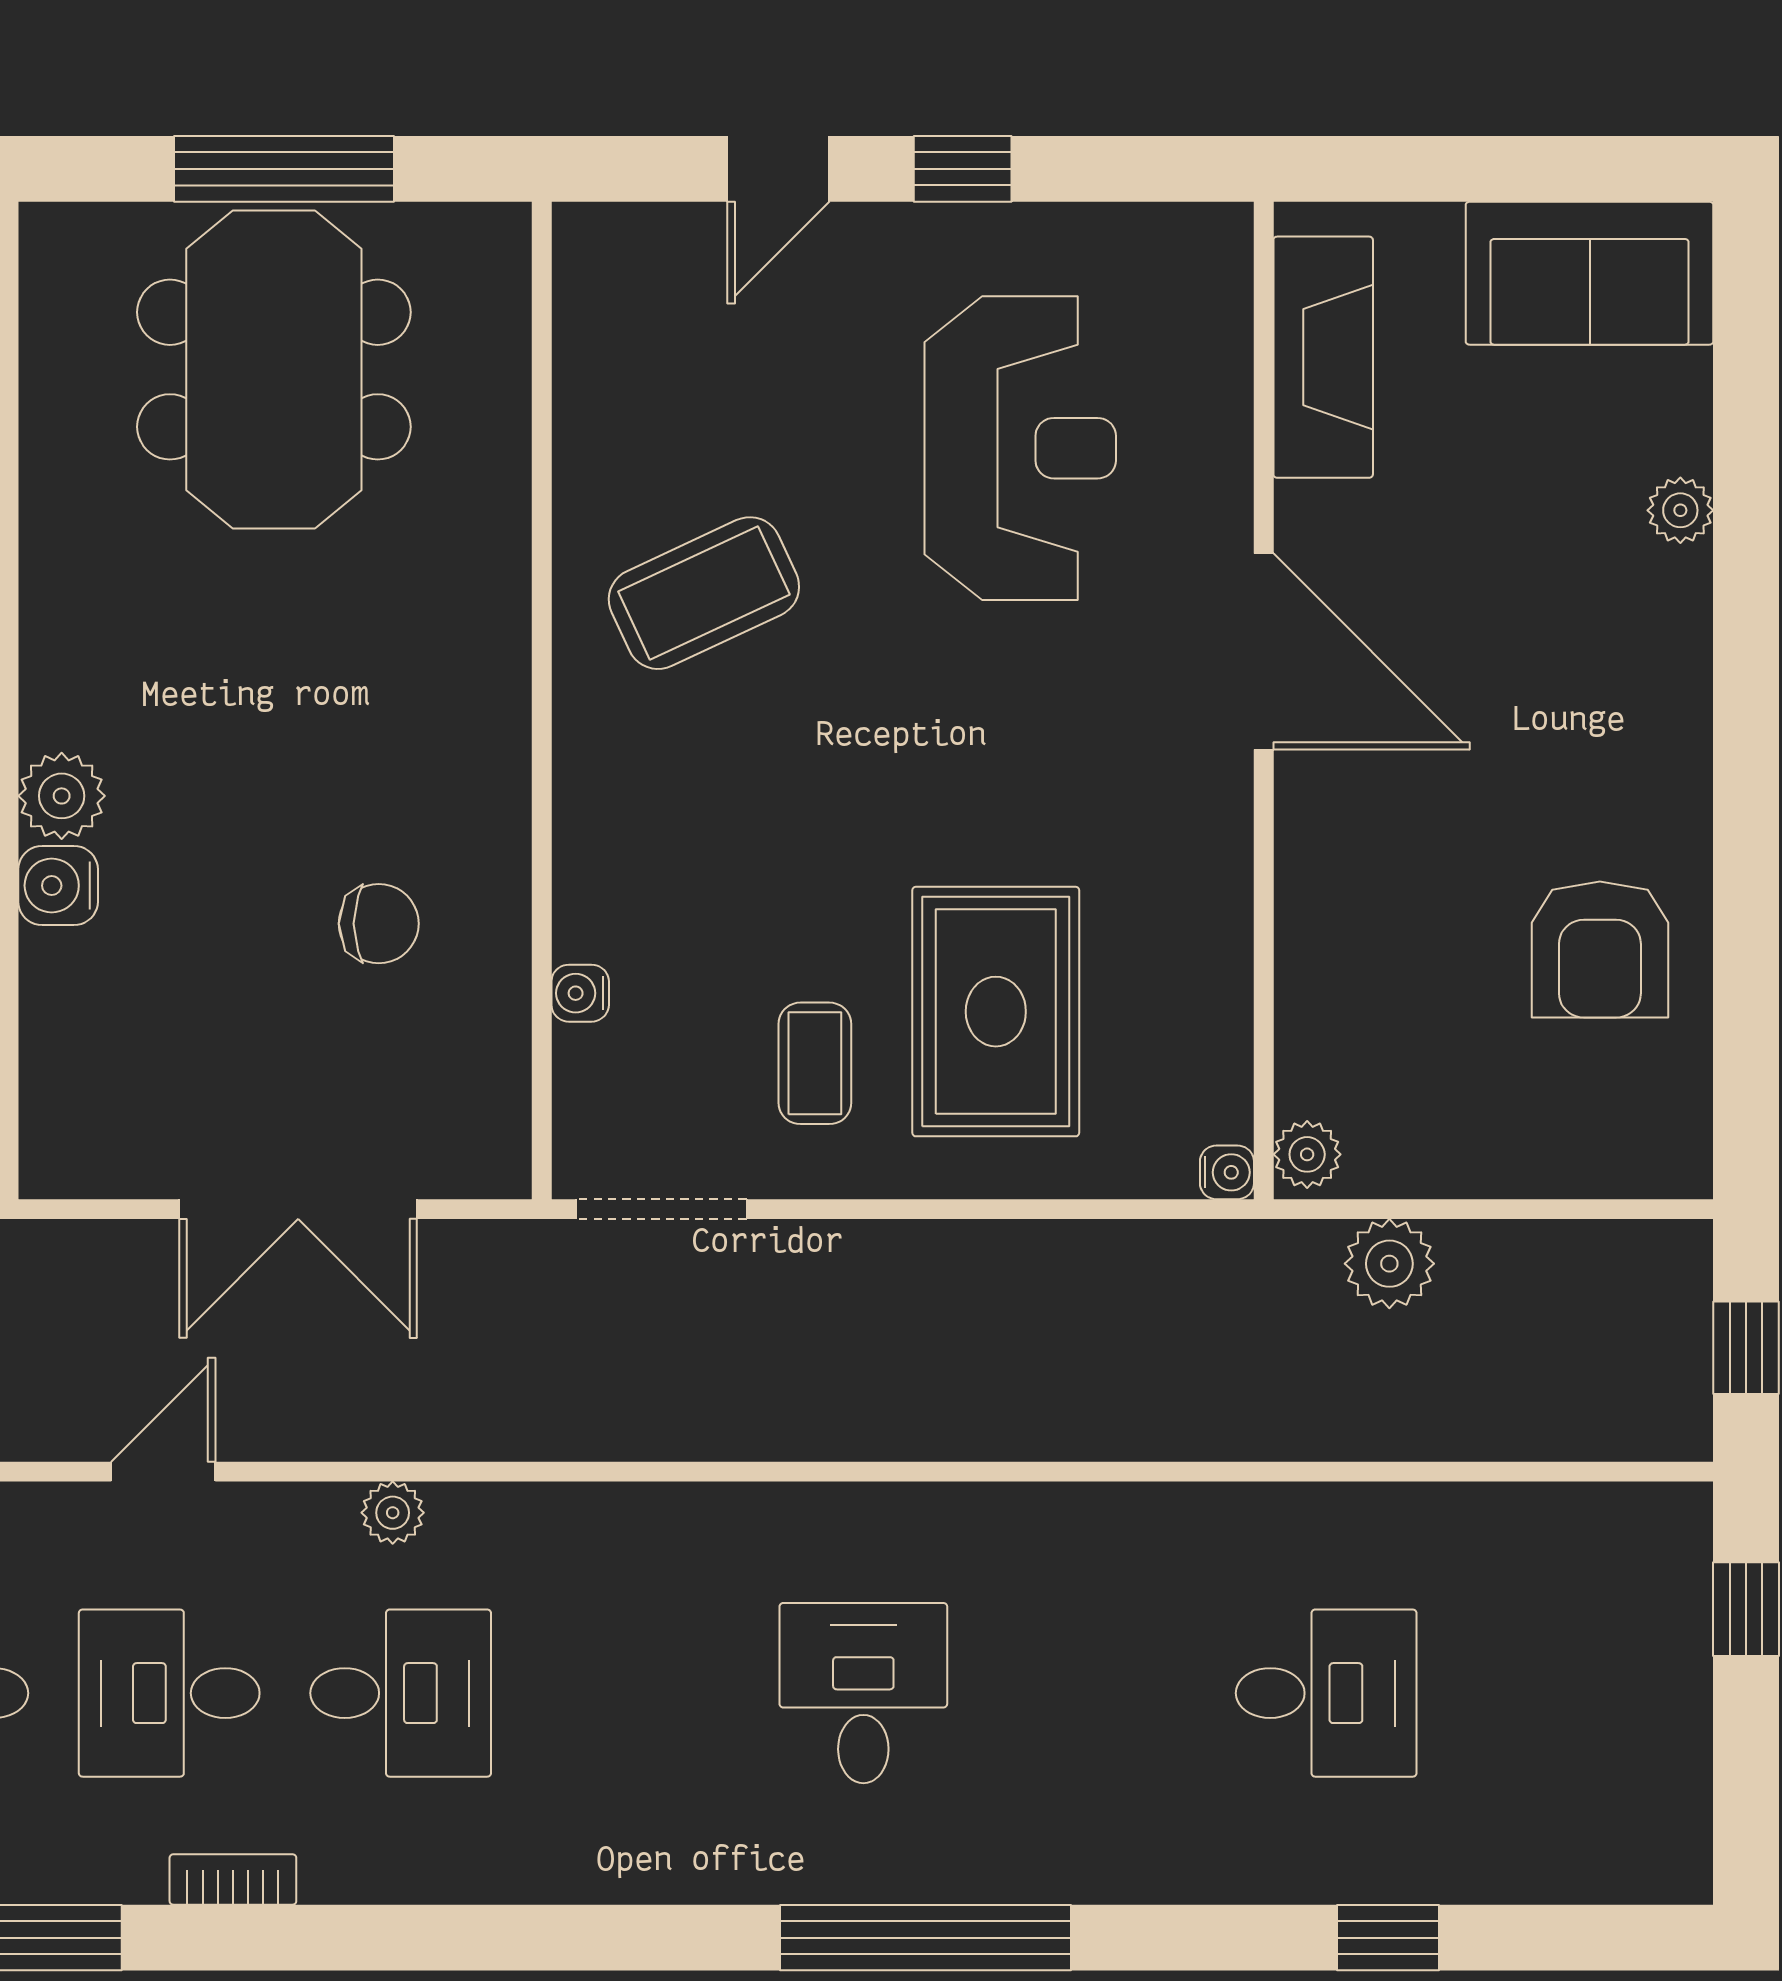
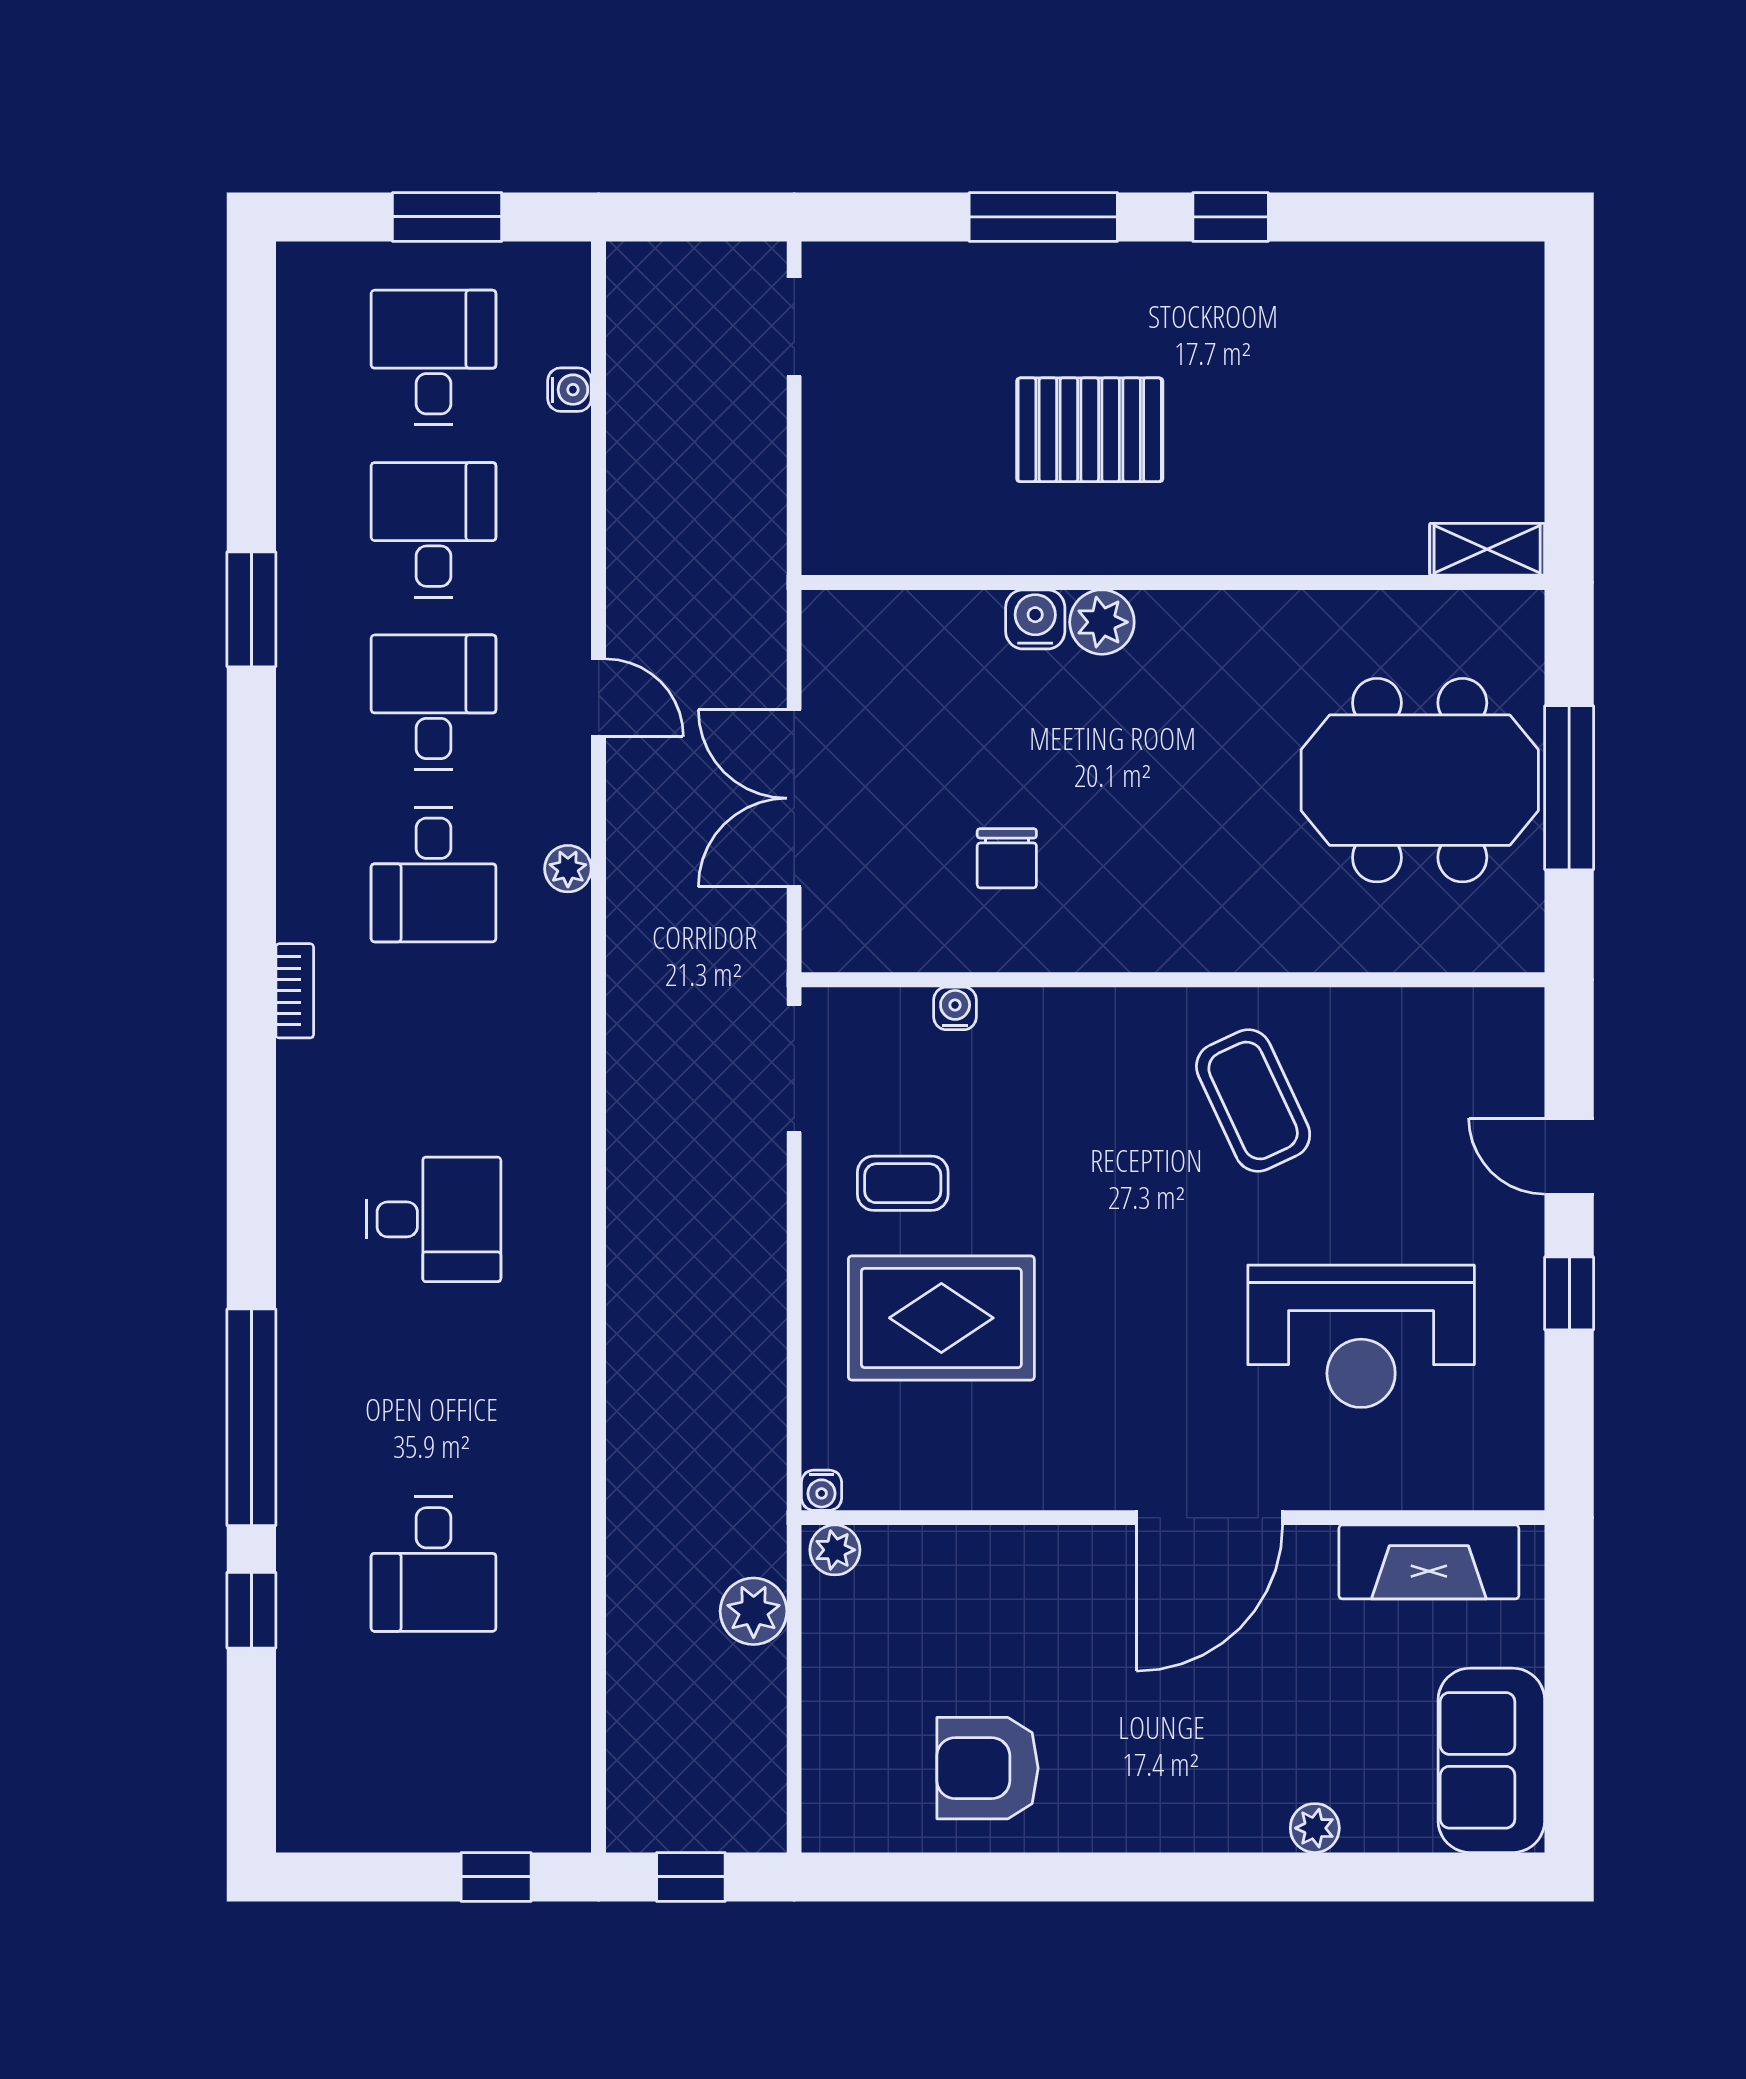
bookcase: (233, 1879) -> (295, 991), moved
window: (925, 1938) -> (251, 1417), moved

